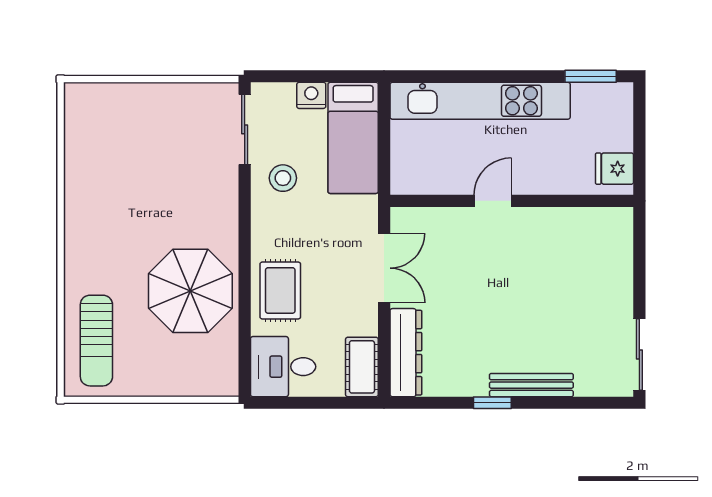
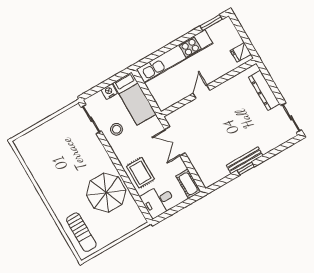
double door: (384, 268) -> (175, 141), swing flipped
dresser: (406, 353) -> (264, 90), moved, turned 180
bench: (531, 385) -> (244, 160), moved

